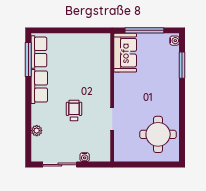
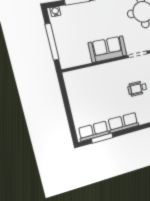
sofa: (125, 53) -> (108, 49), moved
window: (28, 59) -> (102, 138), width x0.69

